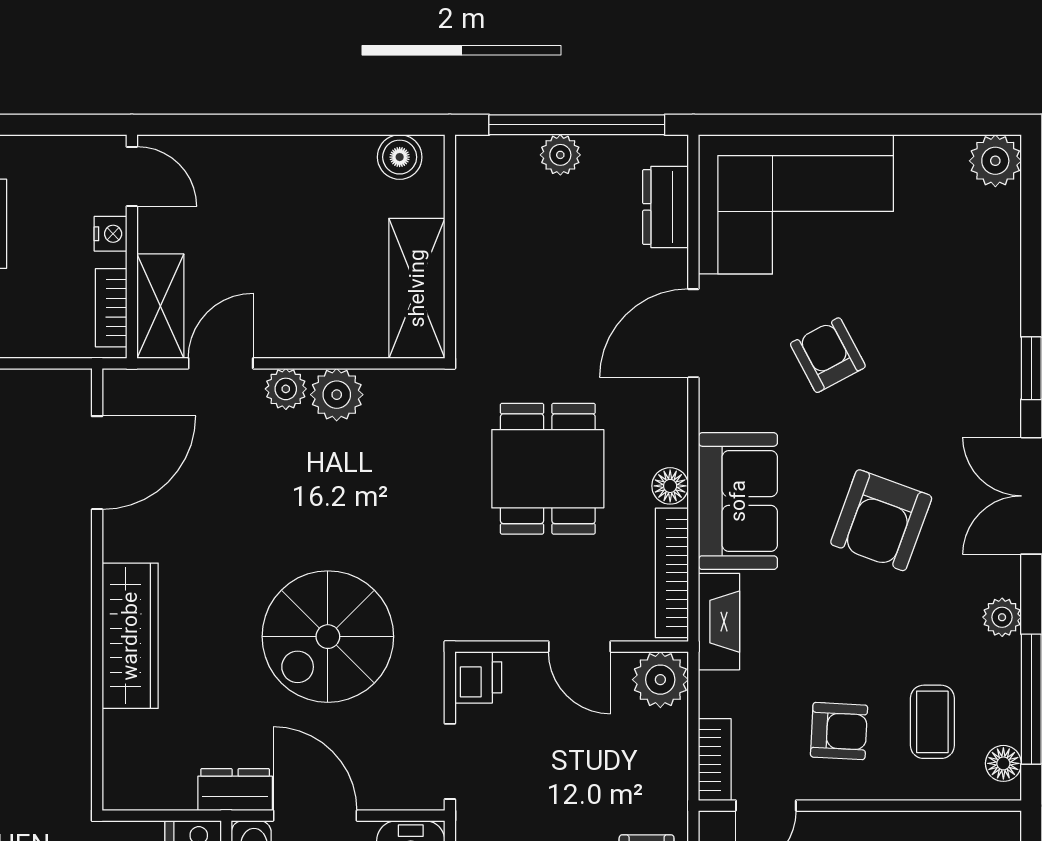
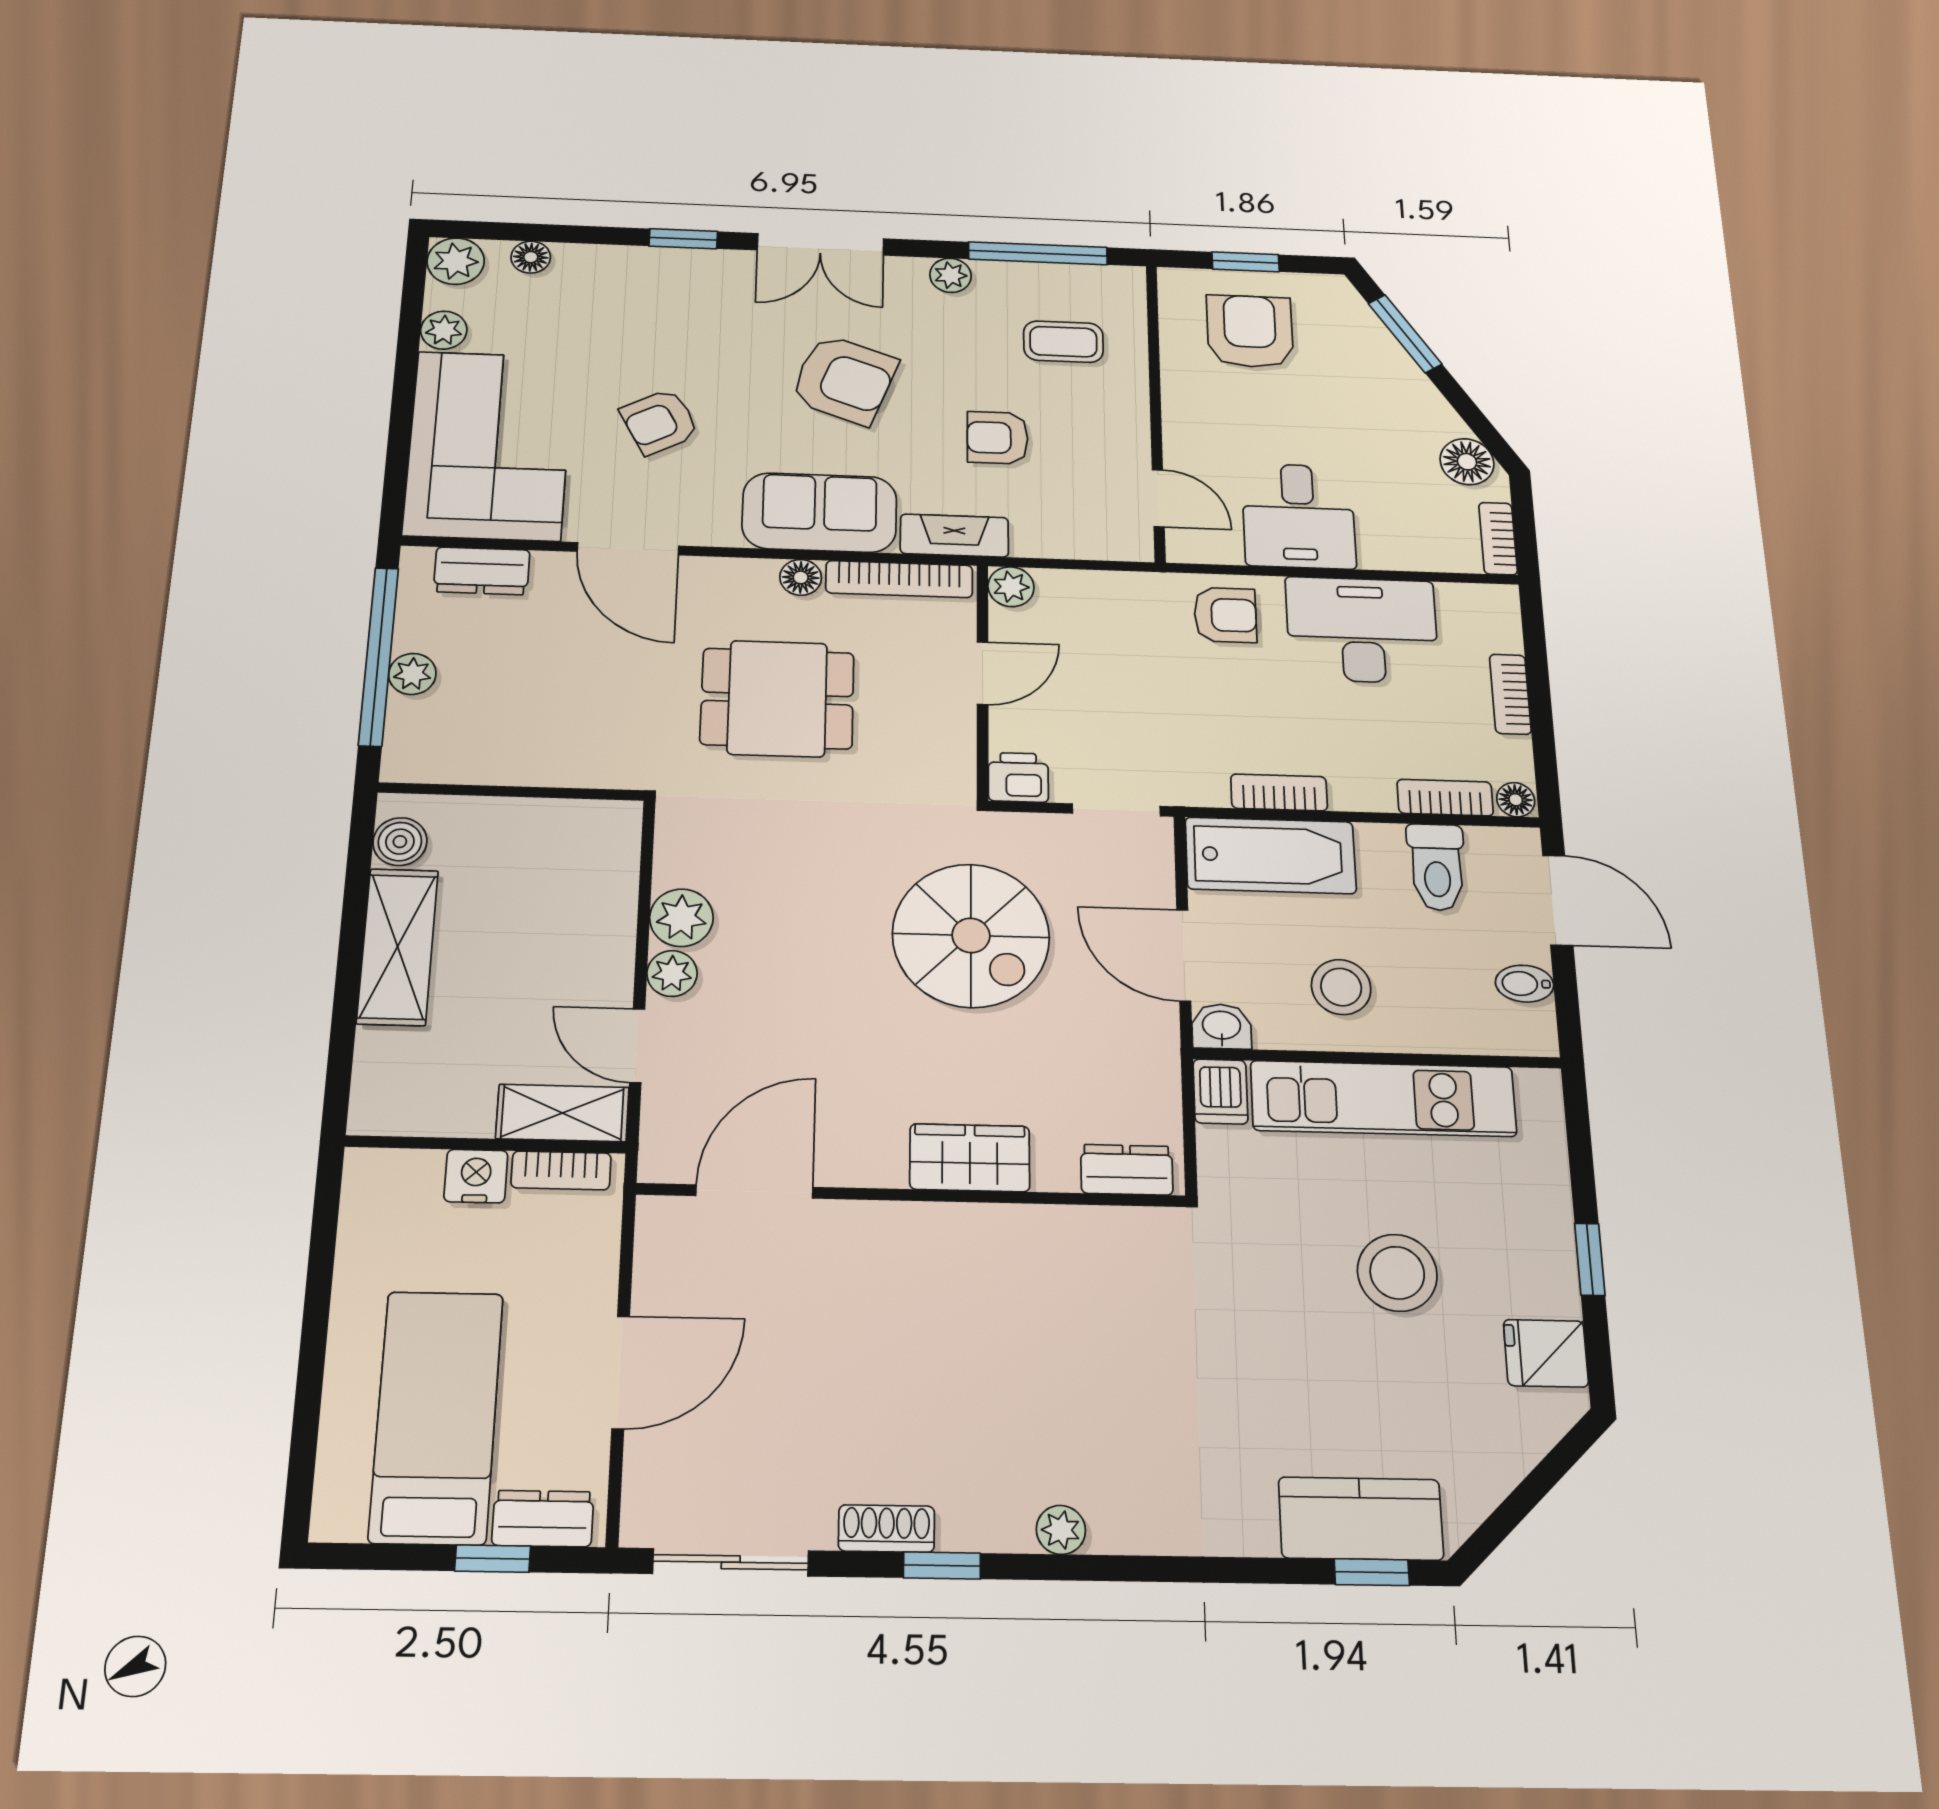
plant: (918, 156) -> (444, 330), added
door: (132, 176) -> (398, 1142), removed
nightstand: (110, 234) -> (476, 1176), width x1.39, depth x1.35
shelving: (417, 288) -> (398, 947), moved, turned 90
door: (97, 463) -> (754, 1192), hinge flipped
wardrobe: (130, 636) -> (970, 1158), width x0.67
plant: (660, 680) -> (1011, 587), width x0.73, depth x0.73
armchair: (839, 731) -> (998, 438), moved, turned -93
bookcase: (715, 760) -> (1109, 545), removed
floor lamp: (1003, 763) -> (531, 257), moved
dresser: (235, 790) -> (1127, 1170), moved, turned 90
door: (315, 816) -> (1184, 955), hinge flipped

